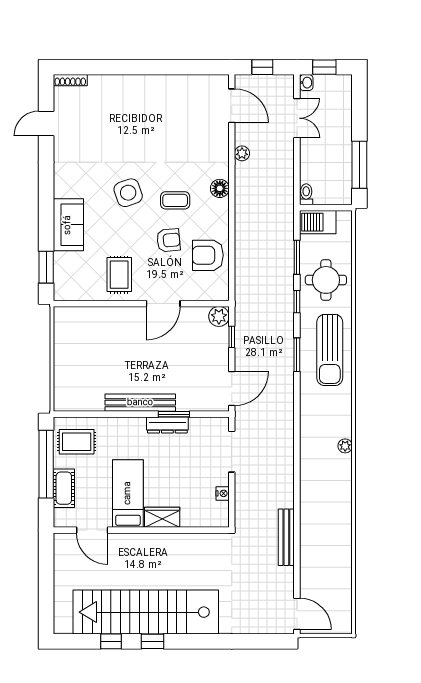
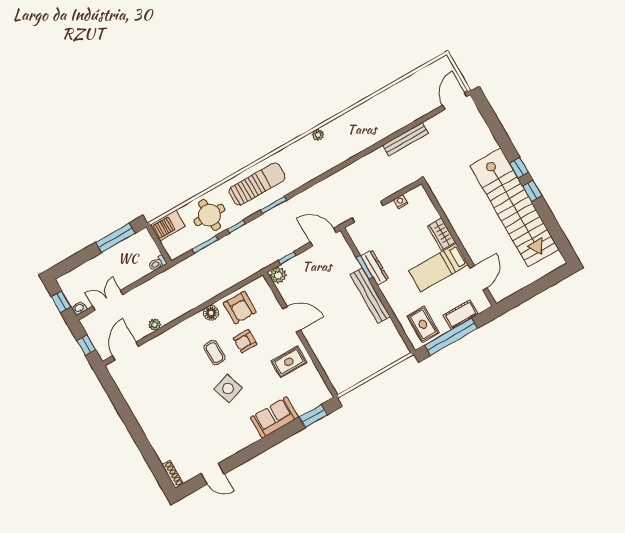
floor lamp: (220, 188) -> (211, 313), moved
barbecue: (318, 222) -> (168, 225), moved, turned 90
armchair: (168, 240) -> (245, 341), turned -85
window: (111, 641) -> (519, 168), moved

